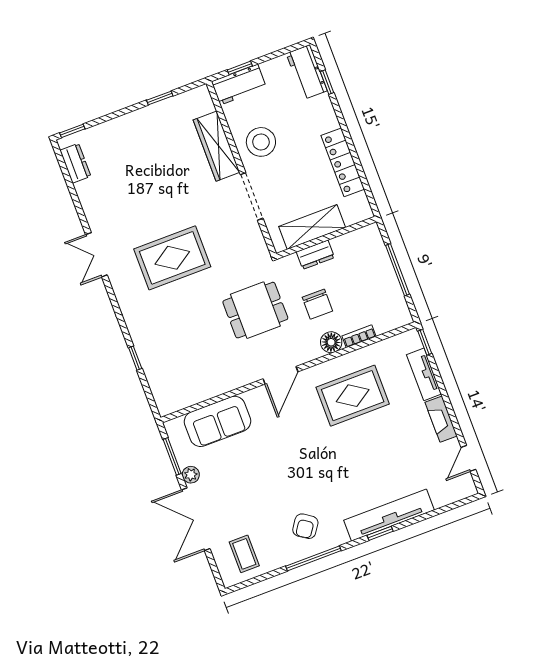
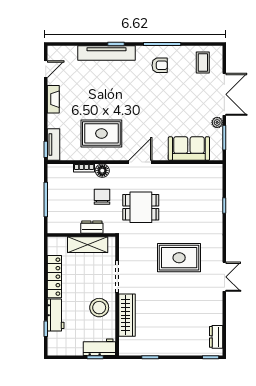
workbench: (307, 72) -> (56, 315), moved
tv unit: (424, 374) -> (53, 145), moved
armchair: (305, 526) -> (160, 65), turned 56

